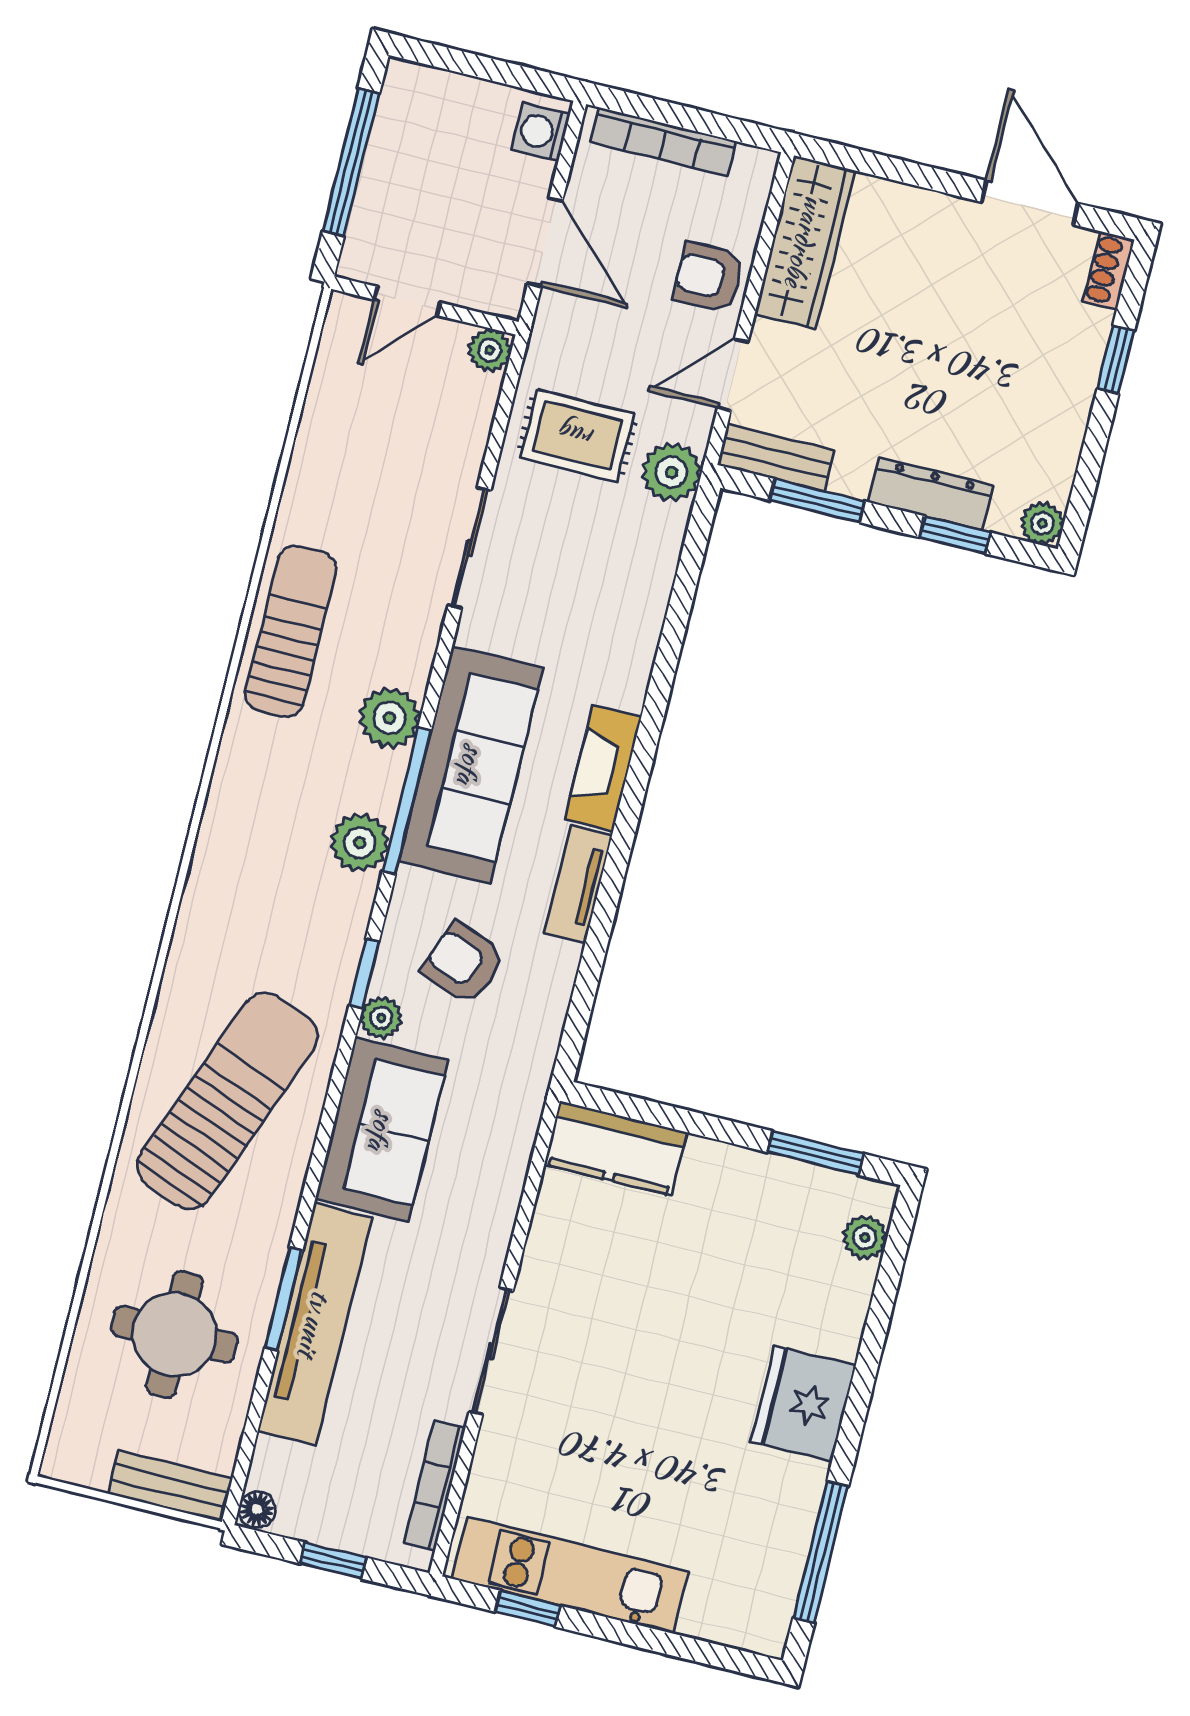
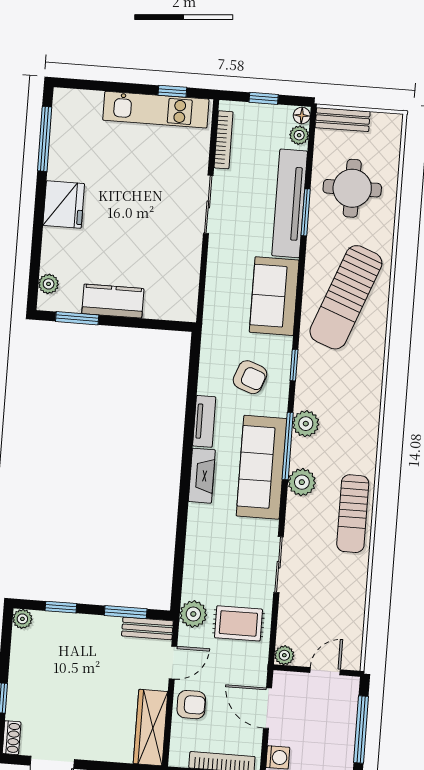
dresser: (931, 494) -> (75, 624), removed
plant: (381, 1018) -> (299, 135), moved
kitchen counter: (616, 1148) -> (113, 301), moved

